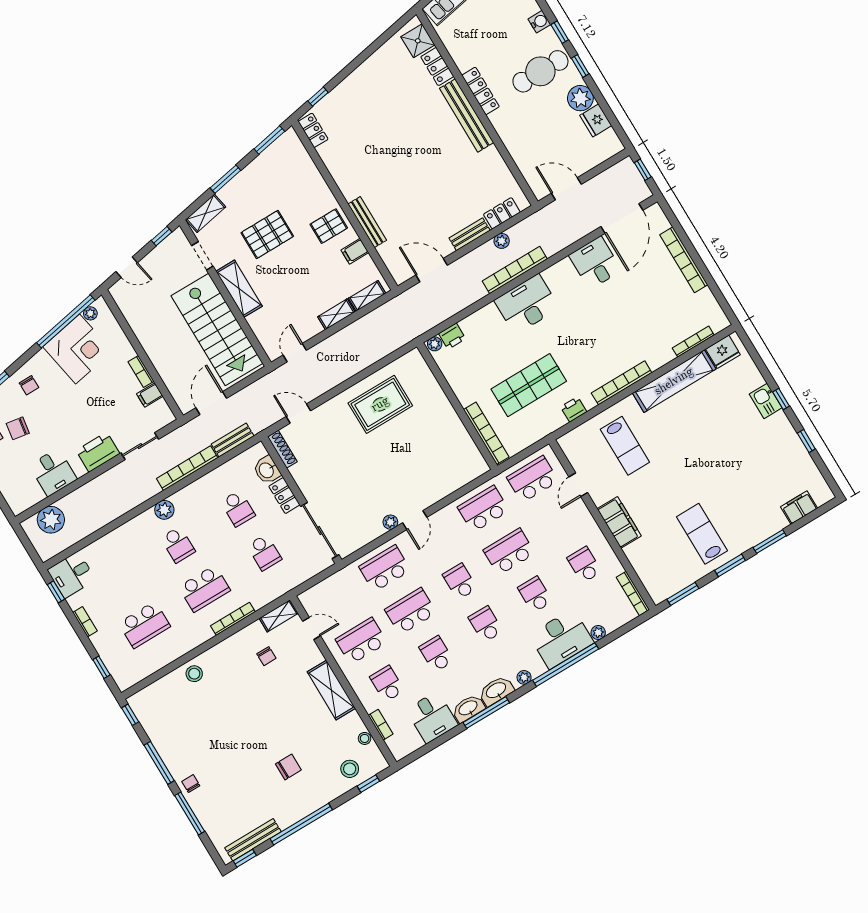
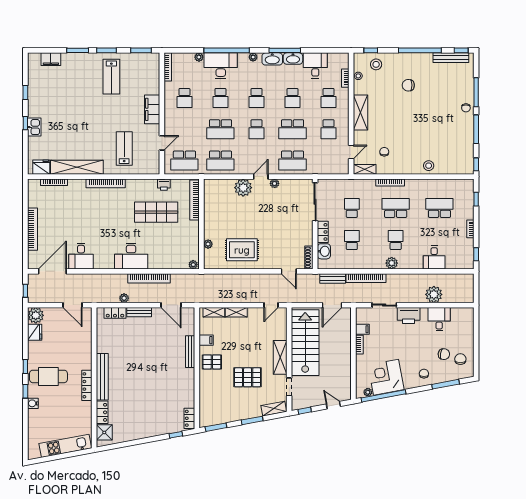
plant: (580, 98) -> (36, 315), moved
bookcase: (515, 270) -> (149, 278), moved
printer: (452, 336) -> (181, 263), removed
plant: (431, 384) -> (208, 244), added
printer: (574, 409) -> (164, 185), moved
plant: (430, 490) -> (243, 188), added
plant: (51, 520) -> (434, 294), moved
desk: (72, 575) -> (434, 257), moved, turned 90
door: (311, 628) -> (351, 152), swing flipped
school desk: (361, 641) -> (329, 129), width x0.54

